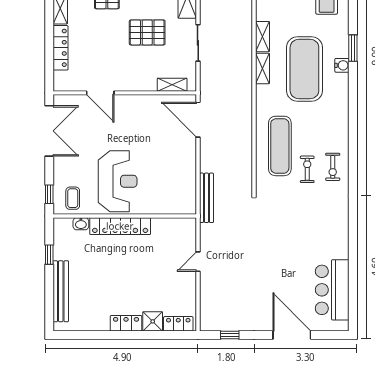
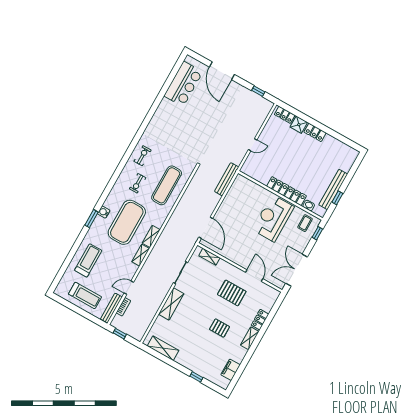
pallet: (147, 32) -> (232, 293), moved
locker: (61, 48) -> (260, 320), width x0.66
exercise bike: (307, 169) -> (138, 183), moved
bench: (61, 291) -> (333, 189), moved

